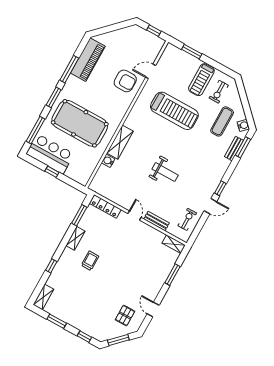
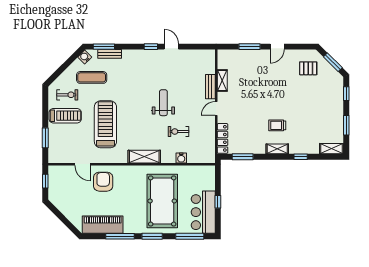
shelving: (120, 142) -> (144, 157), moved
exercise bike: (187, 219) -> (178, 132), moved
shelving: (75, 238) -> (277, 149), moved
shelving: (174, 244) -> (222, 80), moved
door: (153, 310) -> (277, 47), moved

